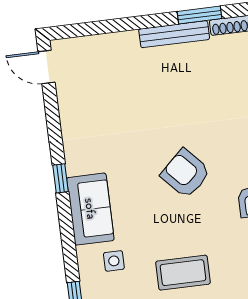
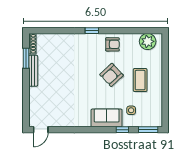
armchair: (185, 173) -> (112, 75), moved
window: (60, 178) -> (122, 130), moved

